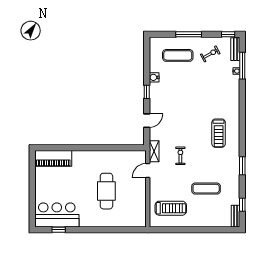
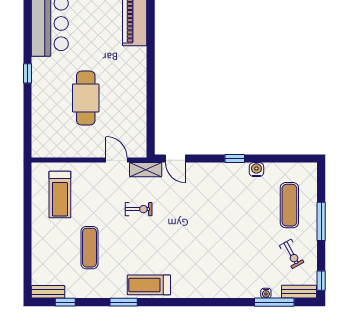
door: (147, 121) -> (176, 159), moved
treadmill: (219, 133) -> (149, 285), moved
cafe table: (106, 191) -> (86, 98), turned 90
window: (59, 230) -> (27, 73), moved

